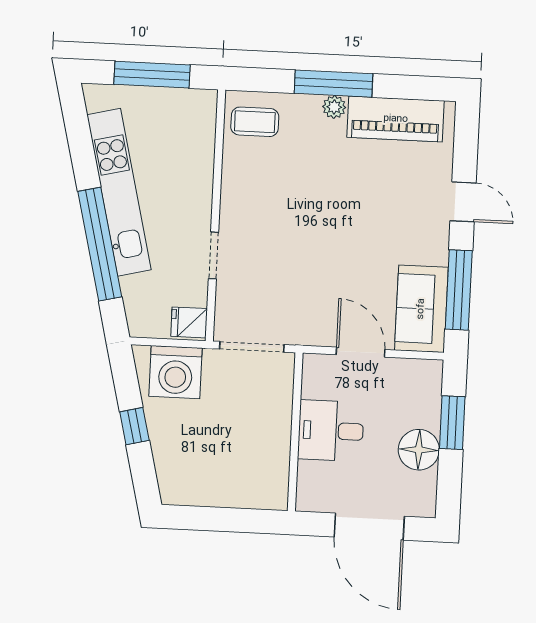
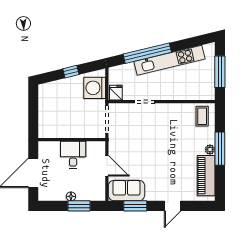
window: (459, 290) -> (135, 206), width x0.69
door: (361, 352) -> (107, 166), hinge flipped
floor lamp: (419, 450) -> (71, 196), width x0.53, depth x0.53

